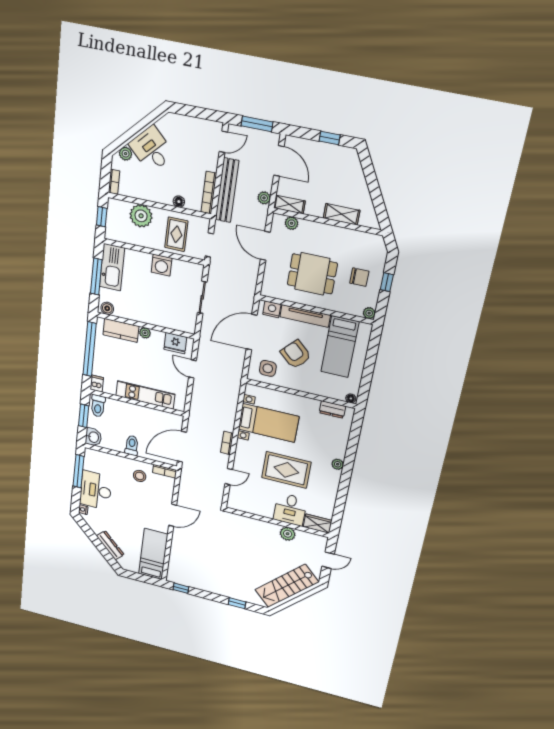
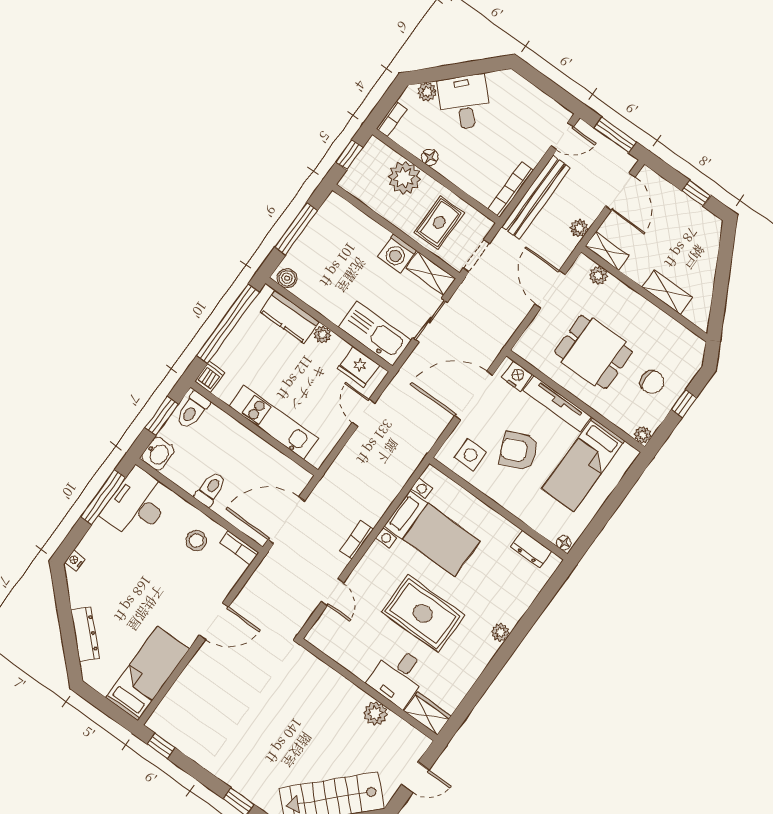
floor lamp: (179, 202) -> (430, 157), moved
kitchen sink: (112, 267) -> (375, 334), moved, turned -90
shelving: (188, 268) -> (431, 273), added
armchair: (296, 354) -> (519, 451), turned -66
door: (229, 477) -> (332, 592), hinge flipped
desk: (96, 490) -> (137, 504), moved

